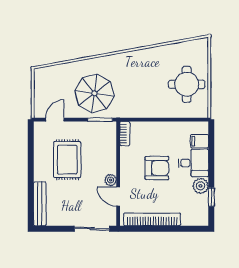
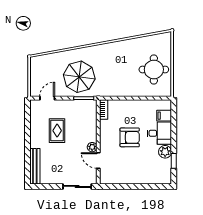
rug: (67, 160) -> (57, 131), width x0.73, depth x0.70
bookcase: (152, 219) -> (126, 179), removed

